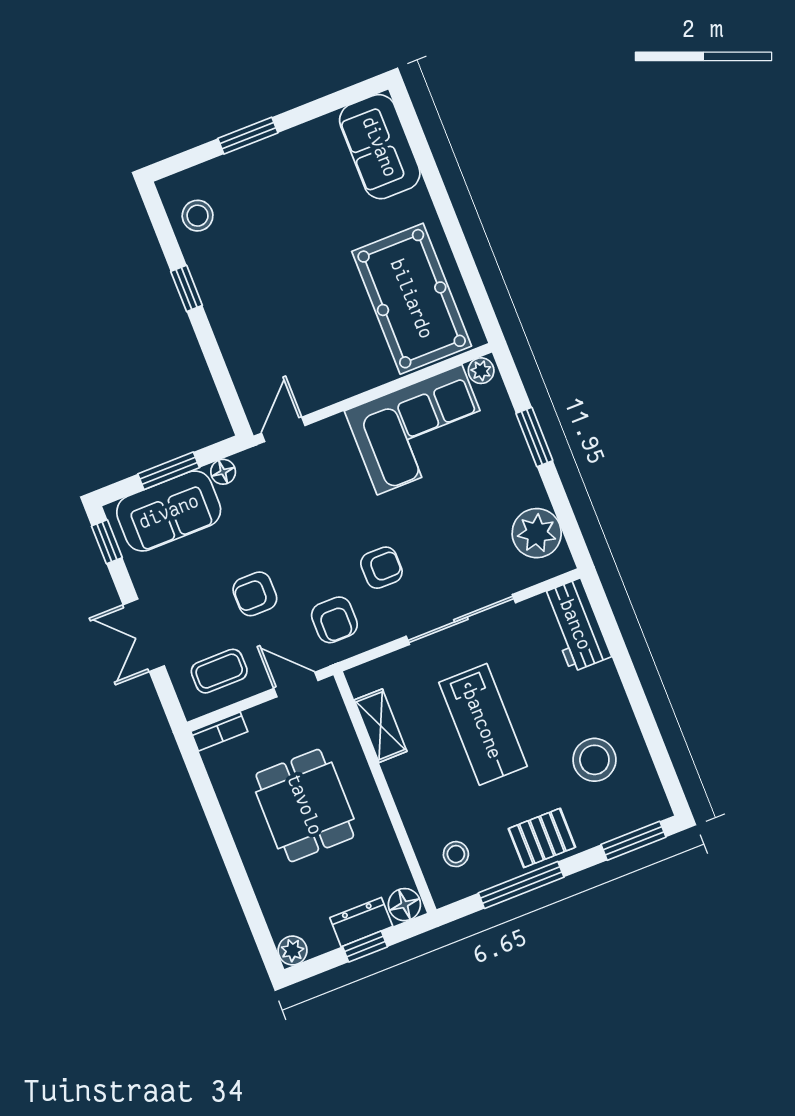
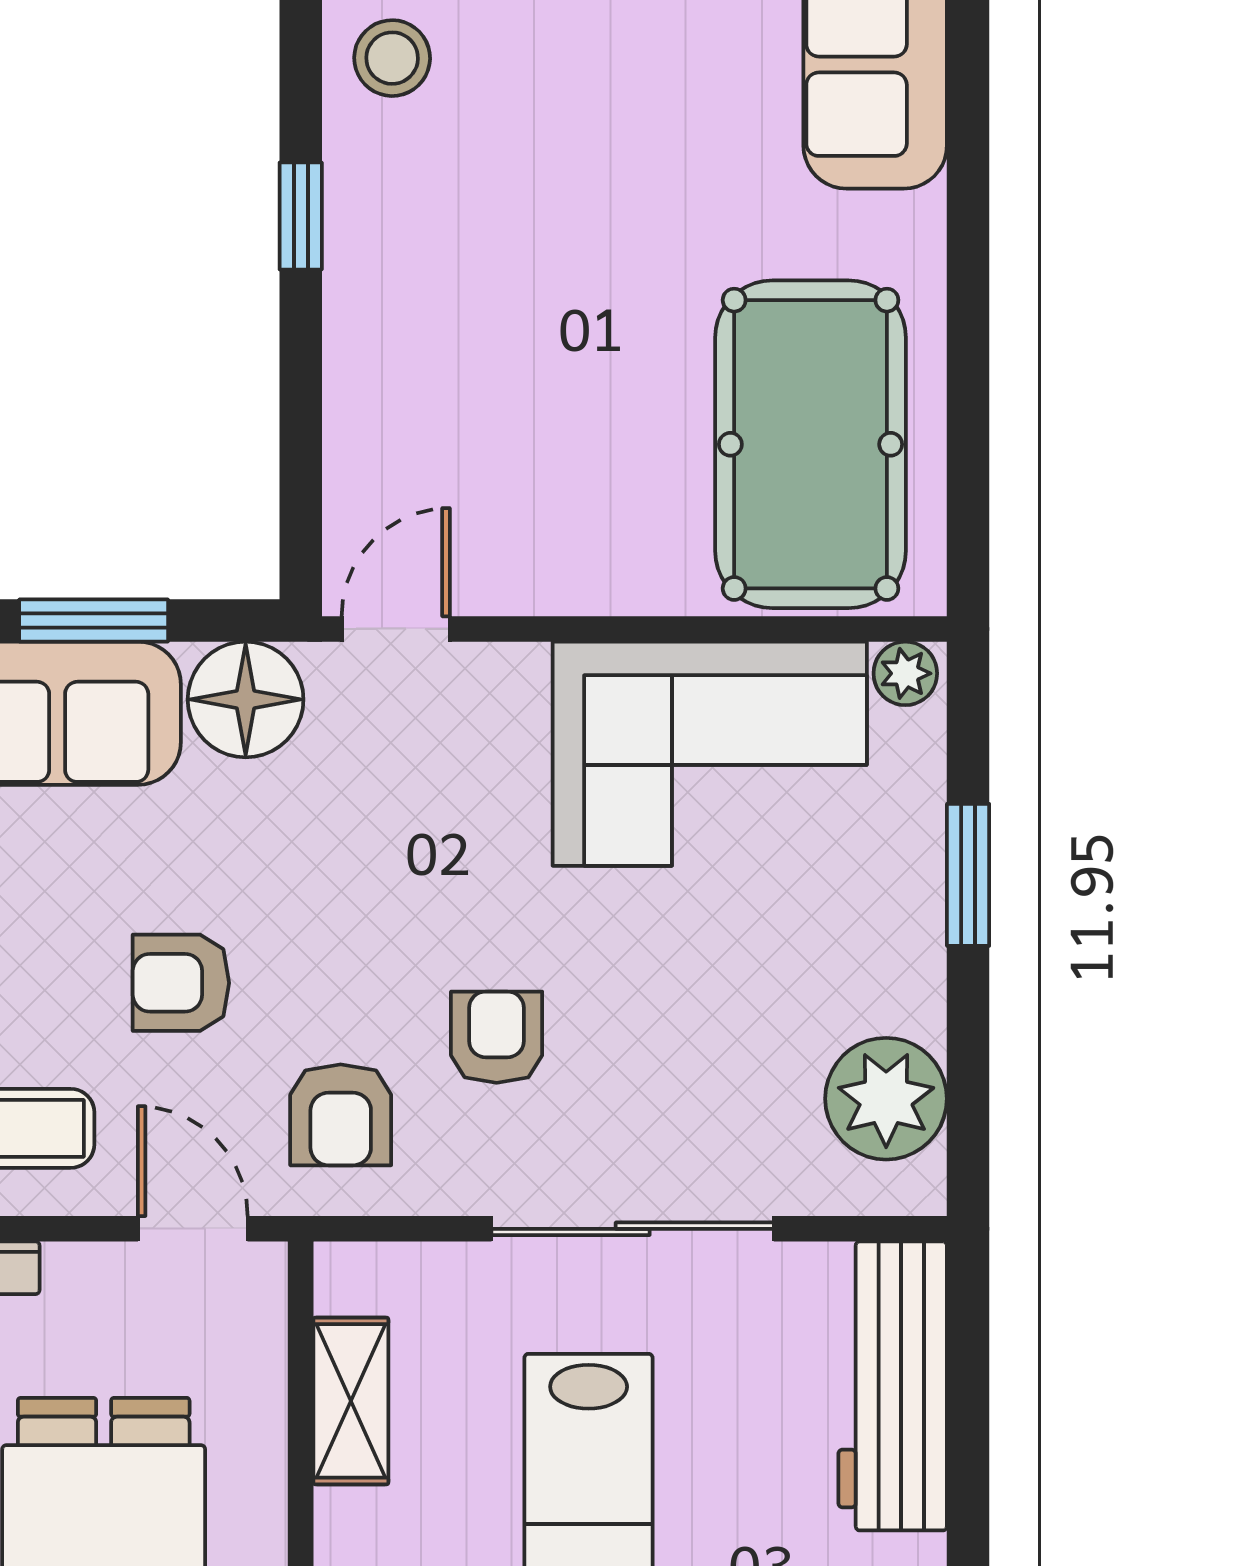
floor lamp: (223, 472) -> (246, 699), width x1.89, depth x1.89
armchair: (381, 568) -> (497, 1037), turned -90
workbench: (576, 625) -> (893, 1386), width x1.38

